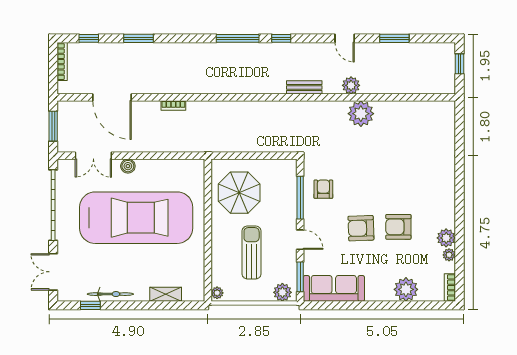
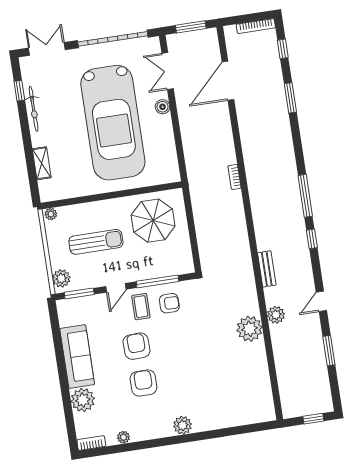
bookcase: (173, 106) -> (234, 177), moved
coffee table: (322, 218) -> (141, 307), added
plant: (446, 238) -> (183, 425), moved
sofa: (334, 288) -> (77, 357), moved

